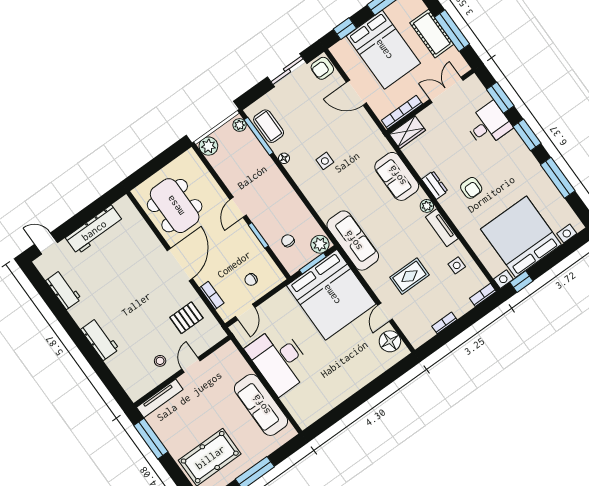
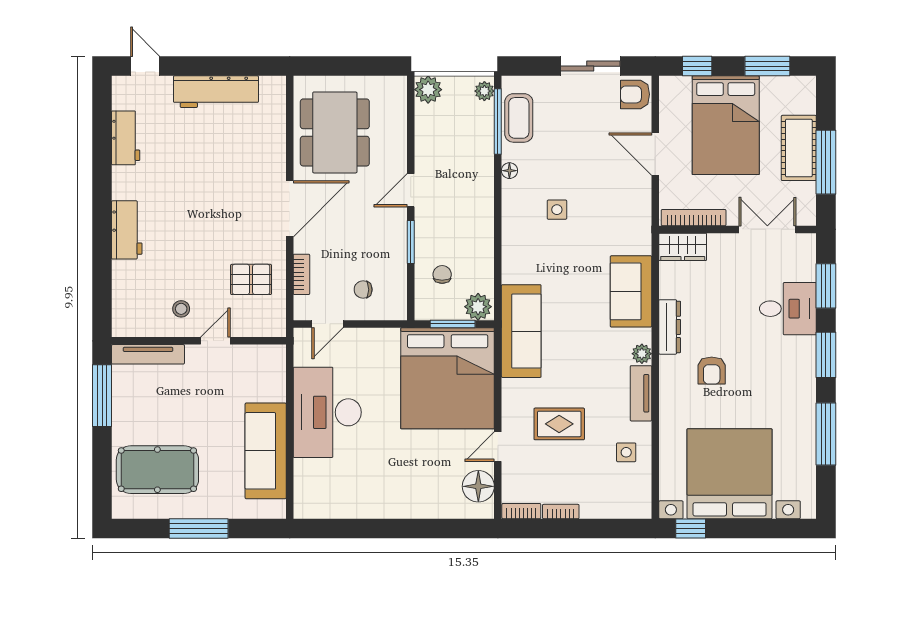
dresser: (435, 185) -> (670, 327), width x1.44
bookcase: (483, 295) -> (521, 511), moved

